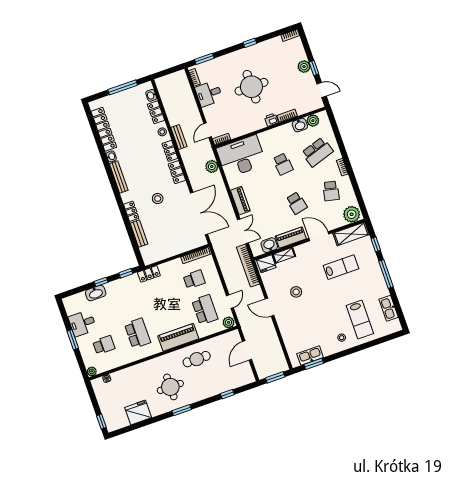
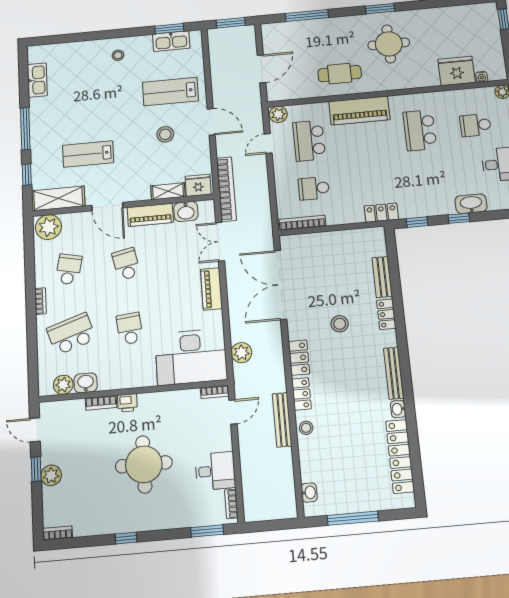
locker: (156, 112) -> (308, 463), removed
bench: (179, 137) -> (282, 420), width x1.36
lab bench: (360, 320) -> (170, 92), moved, turned -90
window: (227, 394) -> (307, 16), width x2.17
fridge: (138, 412) -> (457, 71), moved, turned 180

